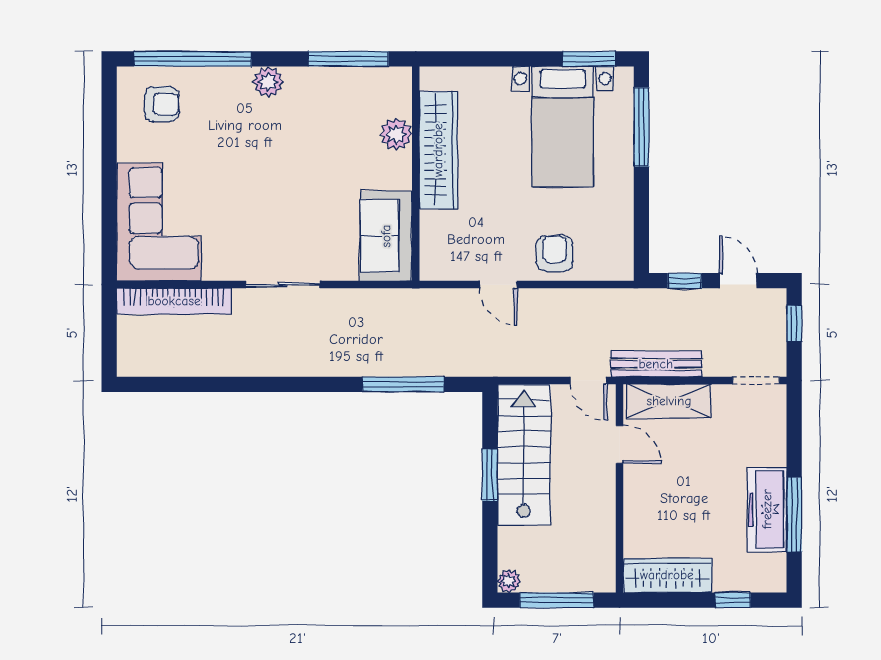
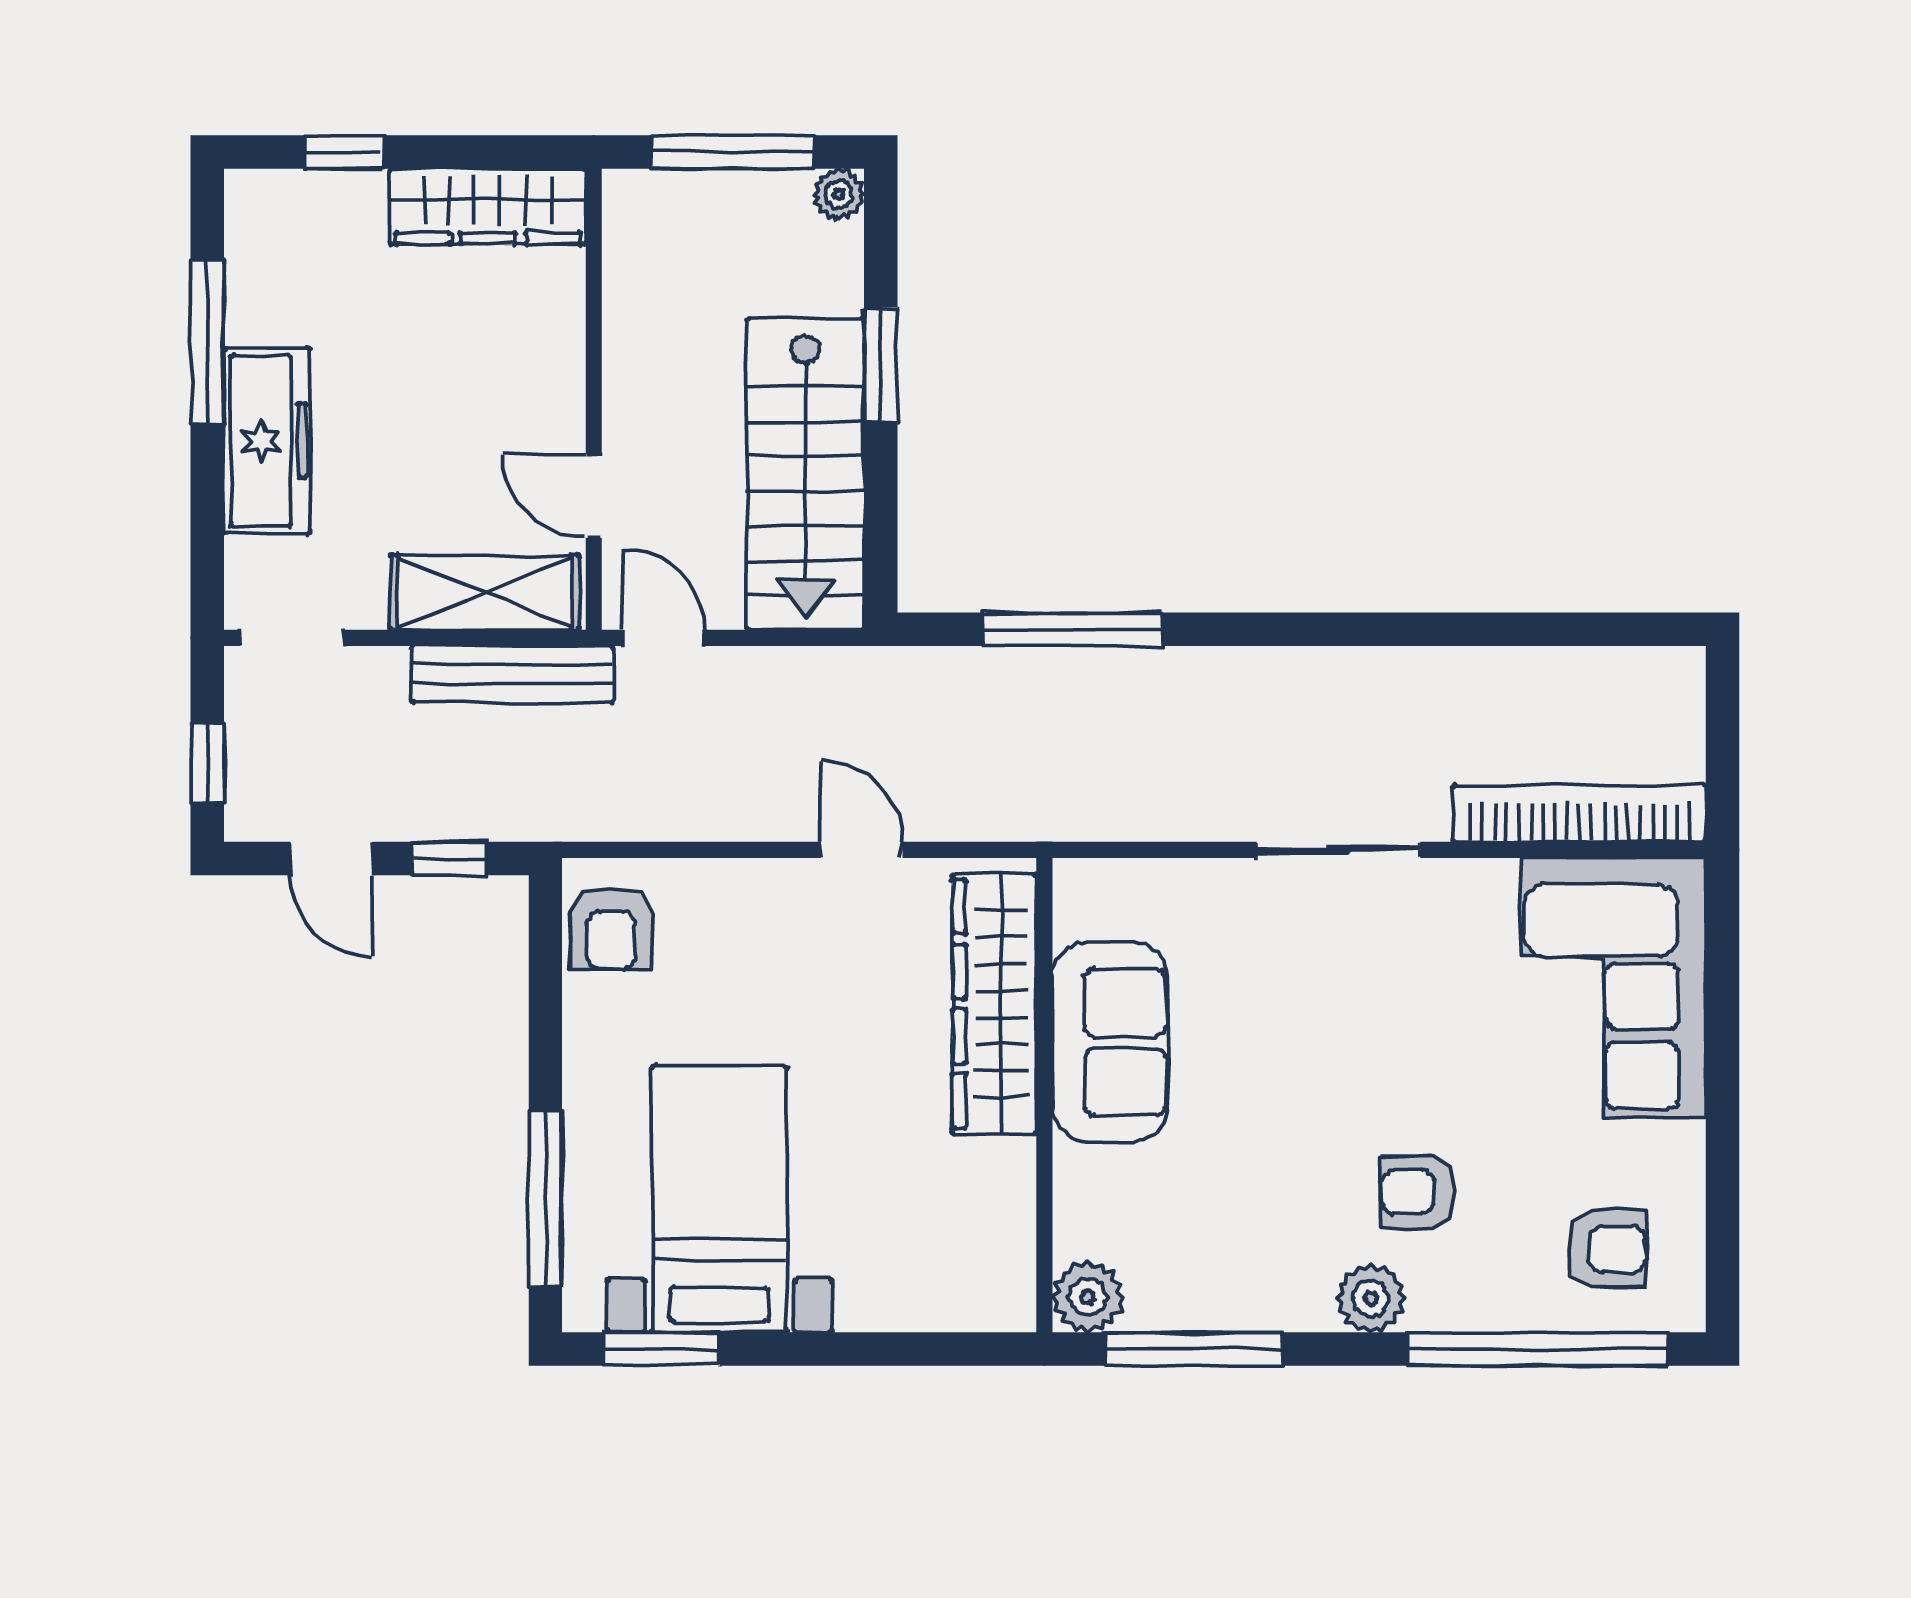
armchair: (162, 104) -> (1606, 1249), turned 180
armchair: (247, 130) -> (1418, 1192), added
plant: (396, 134) -> (1088, 1297), moved
wardrobe: (438, 150) -> (994, 1004), moved
sofa: (386, 236) -> (1110, 1042), moved
armchair: (555, 254) -> (611, 929), moved
window: (490, 475) -> (881, 365), moved
freezer: (767, 509) -> (267, 441), moved

